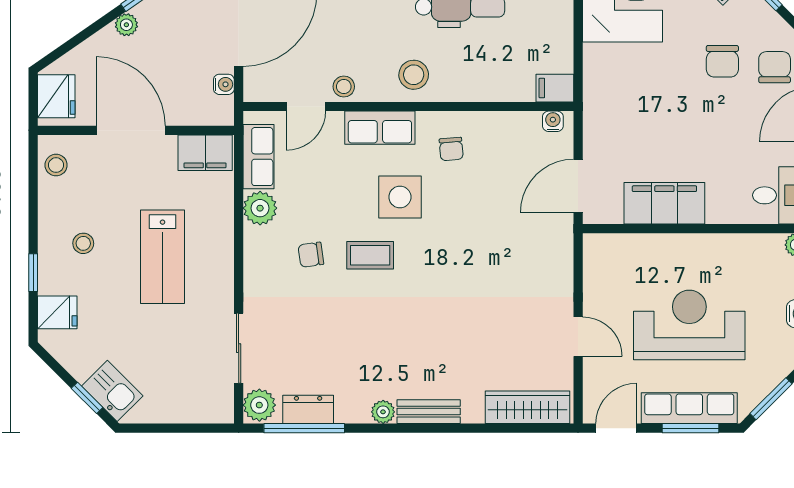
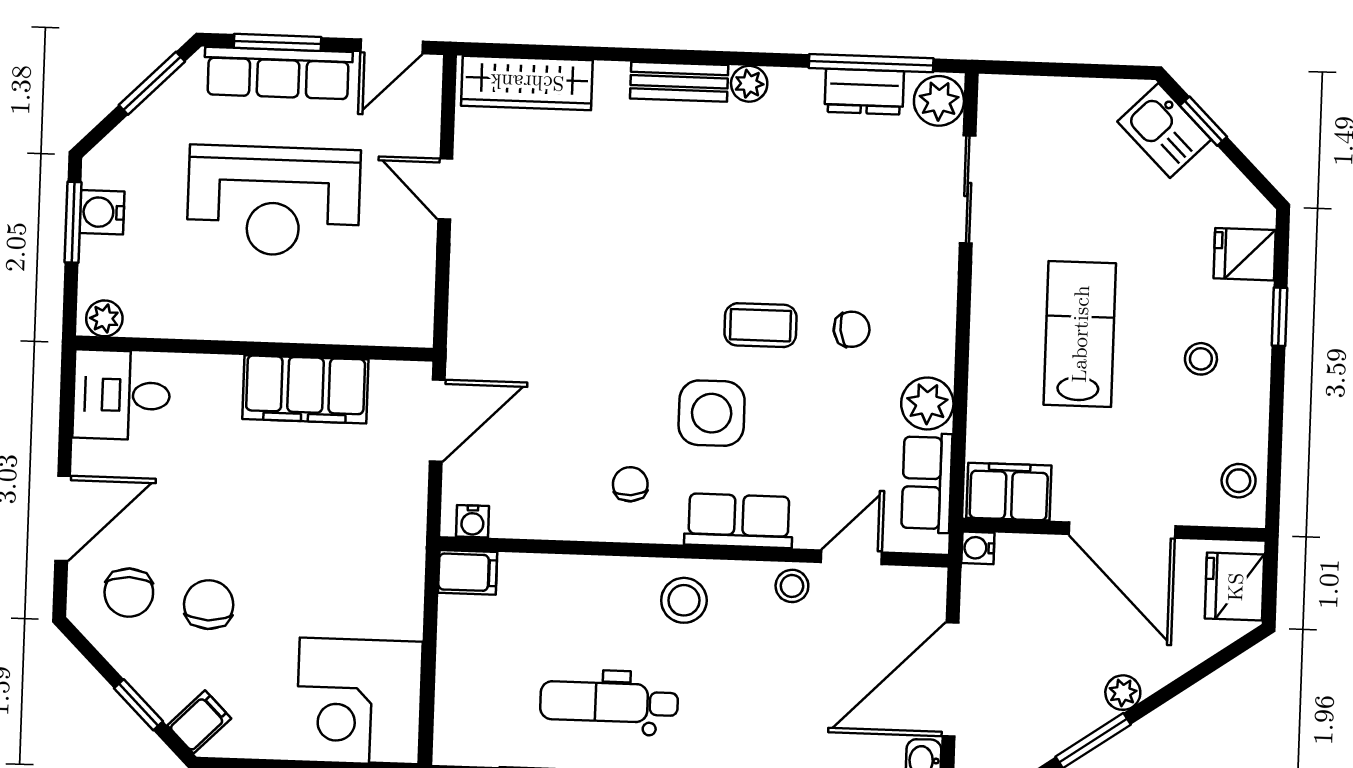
water cooler: (224, 84) -> (978, 548), moved

